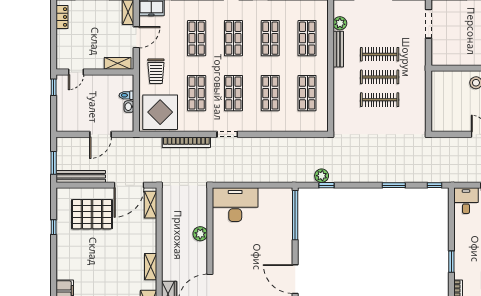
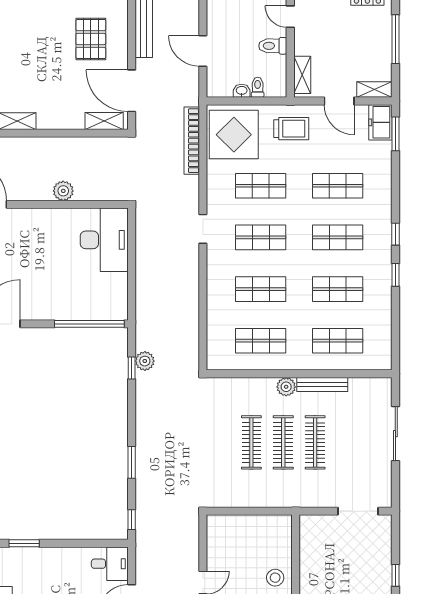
plant: (340, 23) -> (286, 387), moved
trolley: (156, 71) -> (291, 129), turned 180
toilet: (97, 84) -> (273, 46), added
bookcase: (186, 142) -> (192, 141), moved
pallet: (92, 214) -> (91, 39), width x0.73, depth x0.71

